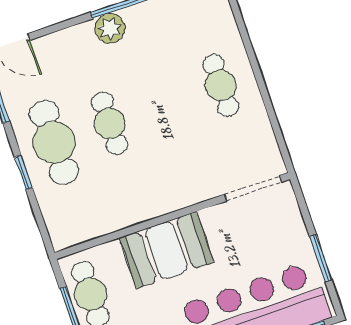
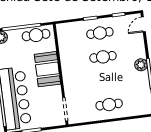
cafe table: (54, 142) -> (100, 33), width x0.73, depth x0.74

